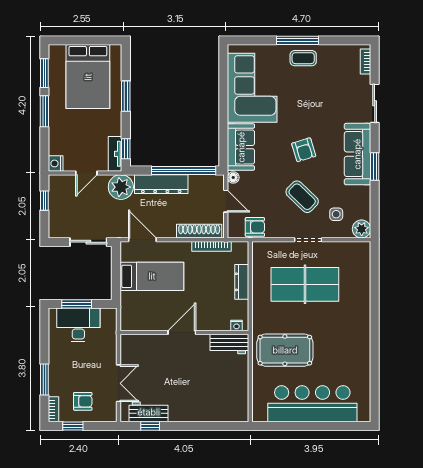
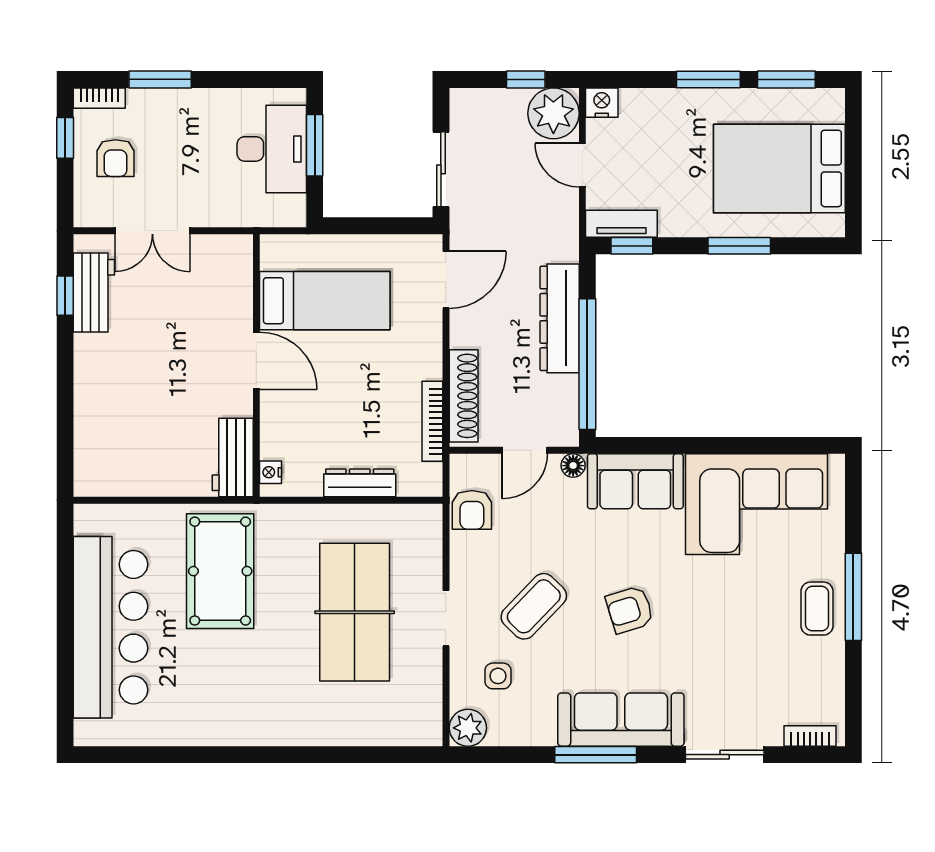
window: (375, 166) -> (596, 755), width x1.44
plant: (121, 187) -> (553, 113), moved
bed: (152, 276) -> (325, 301), moved, turned -90

